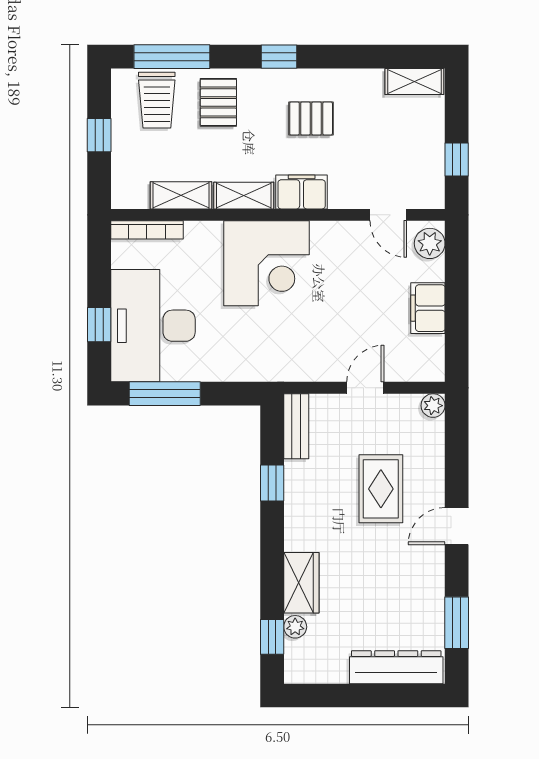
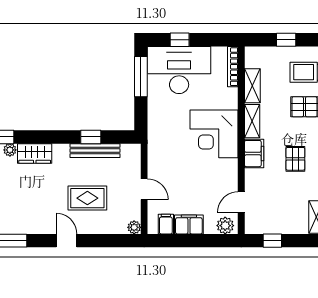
filing cabinet: (427, 349) -> (166, 224), added
bench: (296, 426) -> (95, 151), moved, width x1.36

